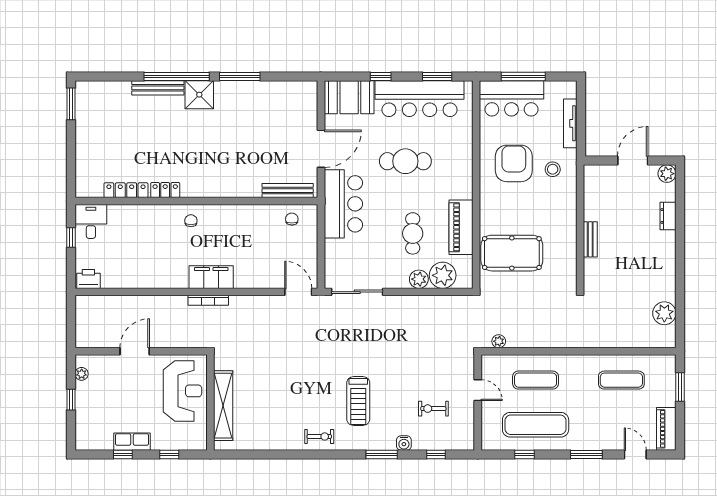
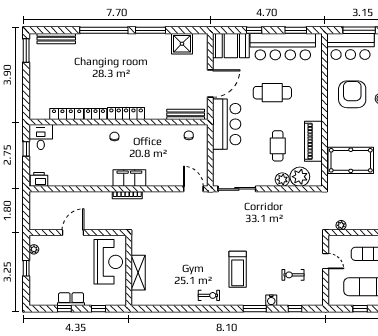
bench: (158, 88) -> (56, 39), moved
shower: (199, 95) -> (182, 44), moved
locker: (207, 189) -> (126, 113), added
shelving: (223, 406) -> (138, 273), width x0.68

